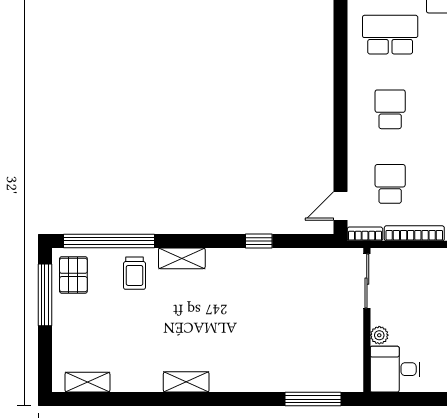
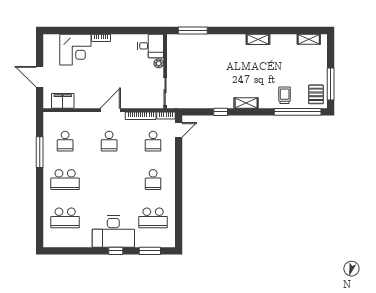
shelving: (182, 258) -> (246, 103), moved

